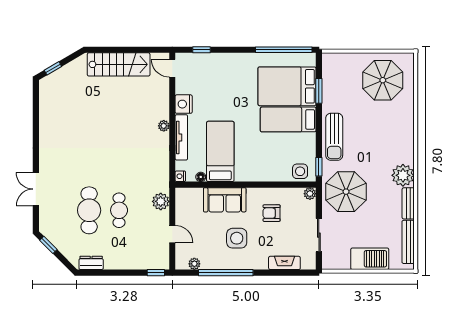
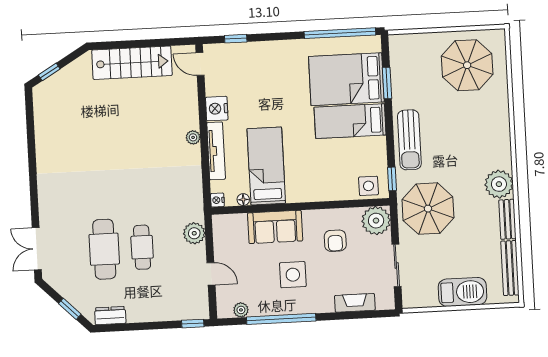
double door: (36, 189) -> (37, 249), moved
plant: (310, 194) -> (376, 221), width x1.88, depth x1.88
armchair: (272, 213) -> (335, 241), turned -90
window: (48, 245) -> (70, 309), moved

